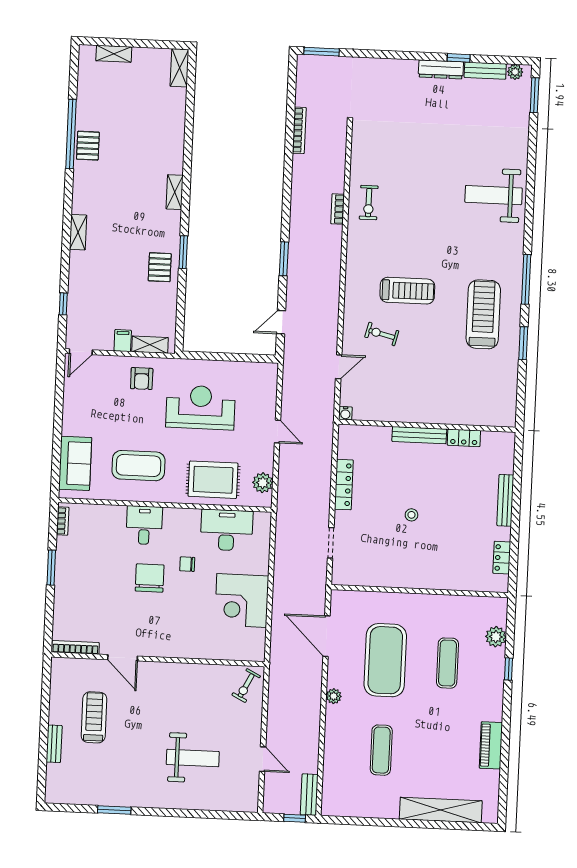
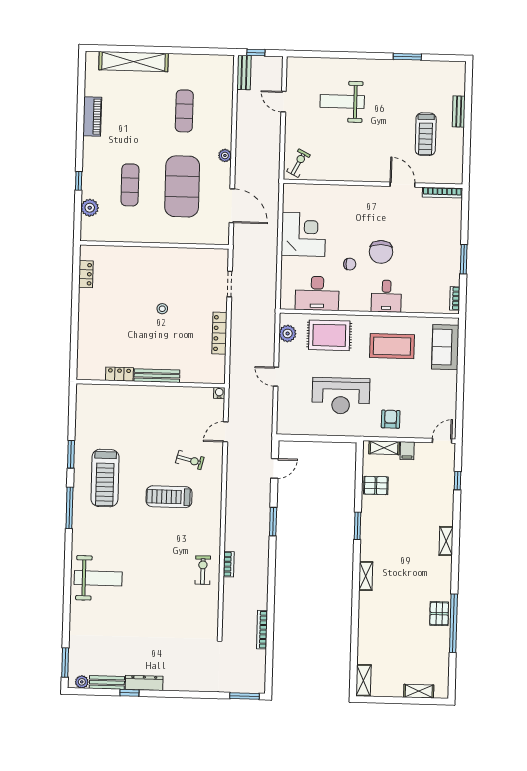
pallet: (160, 267) -> (376, 485), moved, turned 90
bench: (505, 500) -> (84, 322), removed

